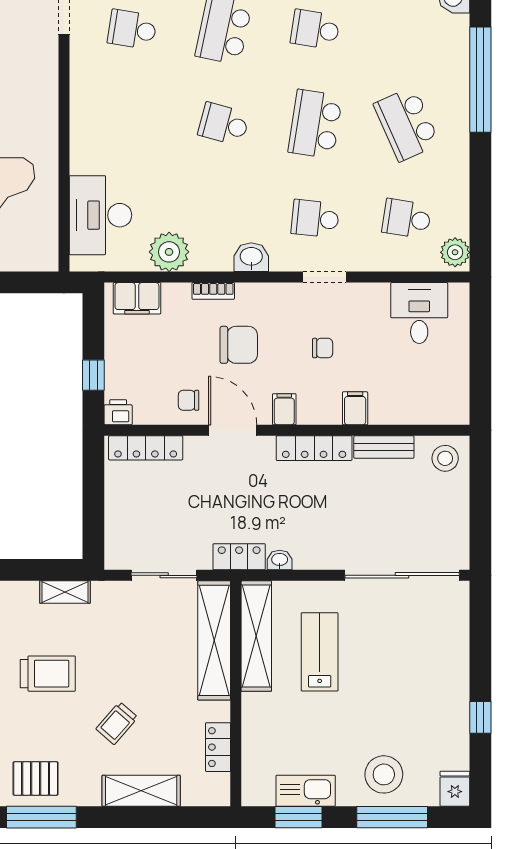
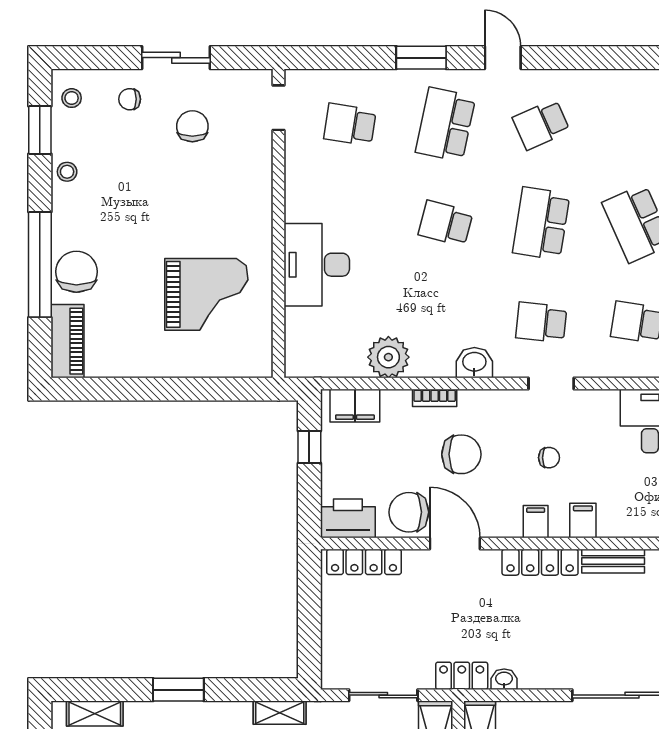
school desk: (315, 29) -> (541, 124), turned -33
desk: (100, 215) -> (317, 265), moved
window: (93, 375) -> (309, 447), moved
chair: (189, 400) -> (409, 512), width x1.87, depth x1.87
filing cabinet: (284, 409) -> (536, 522), moved
printer: (118, 412) -> (348, 518), width x1.87, depth x1.48

